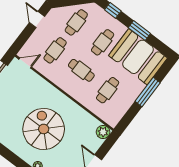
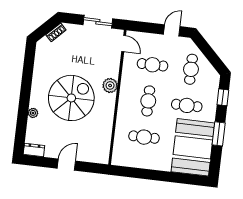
cafe table: (76, 22) -> (191, 69), turned 90
window: (148, 92) -> (165, 176), removed
plant: (103, 132) -> (110, 85), moved

